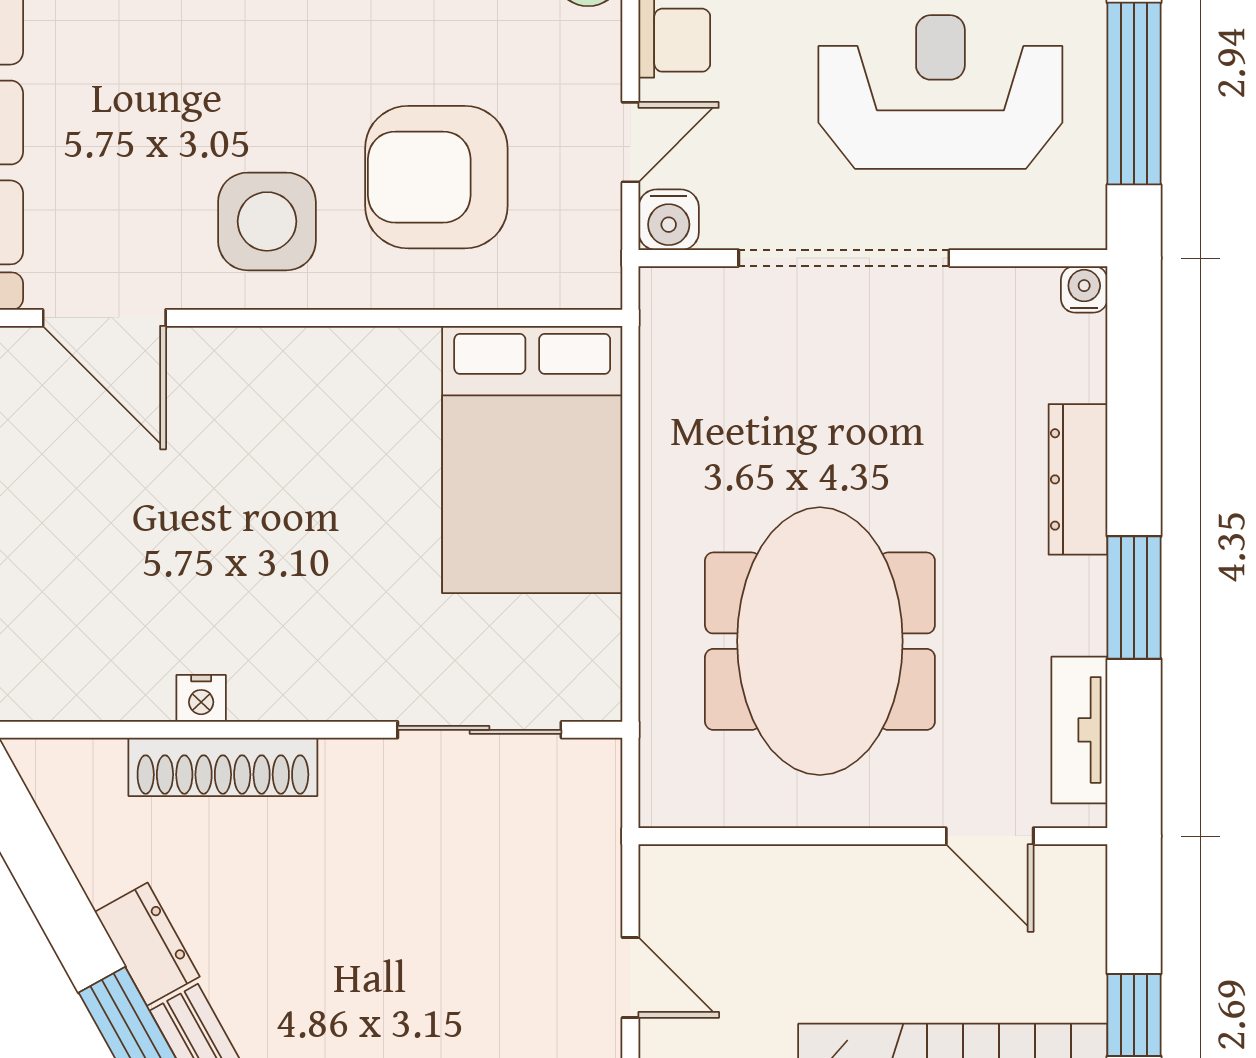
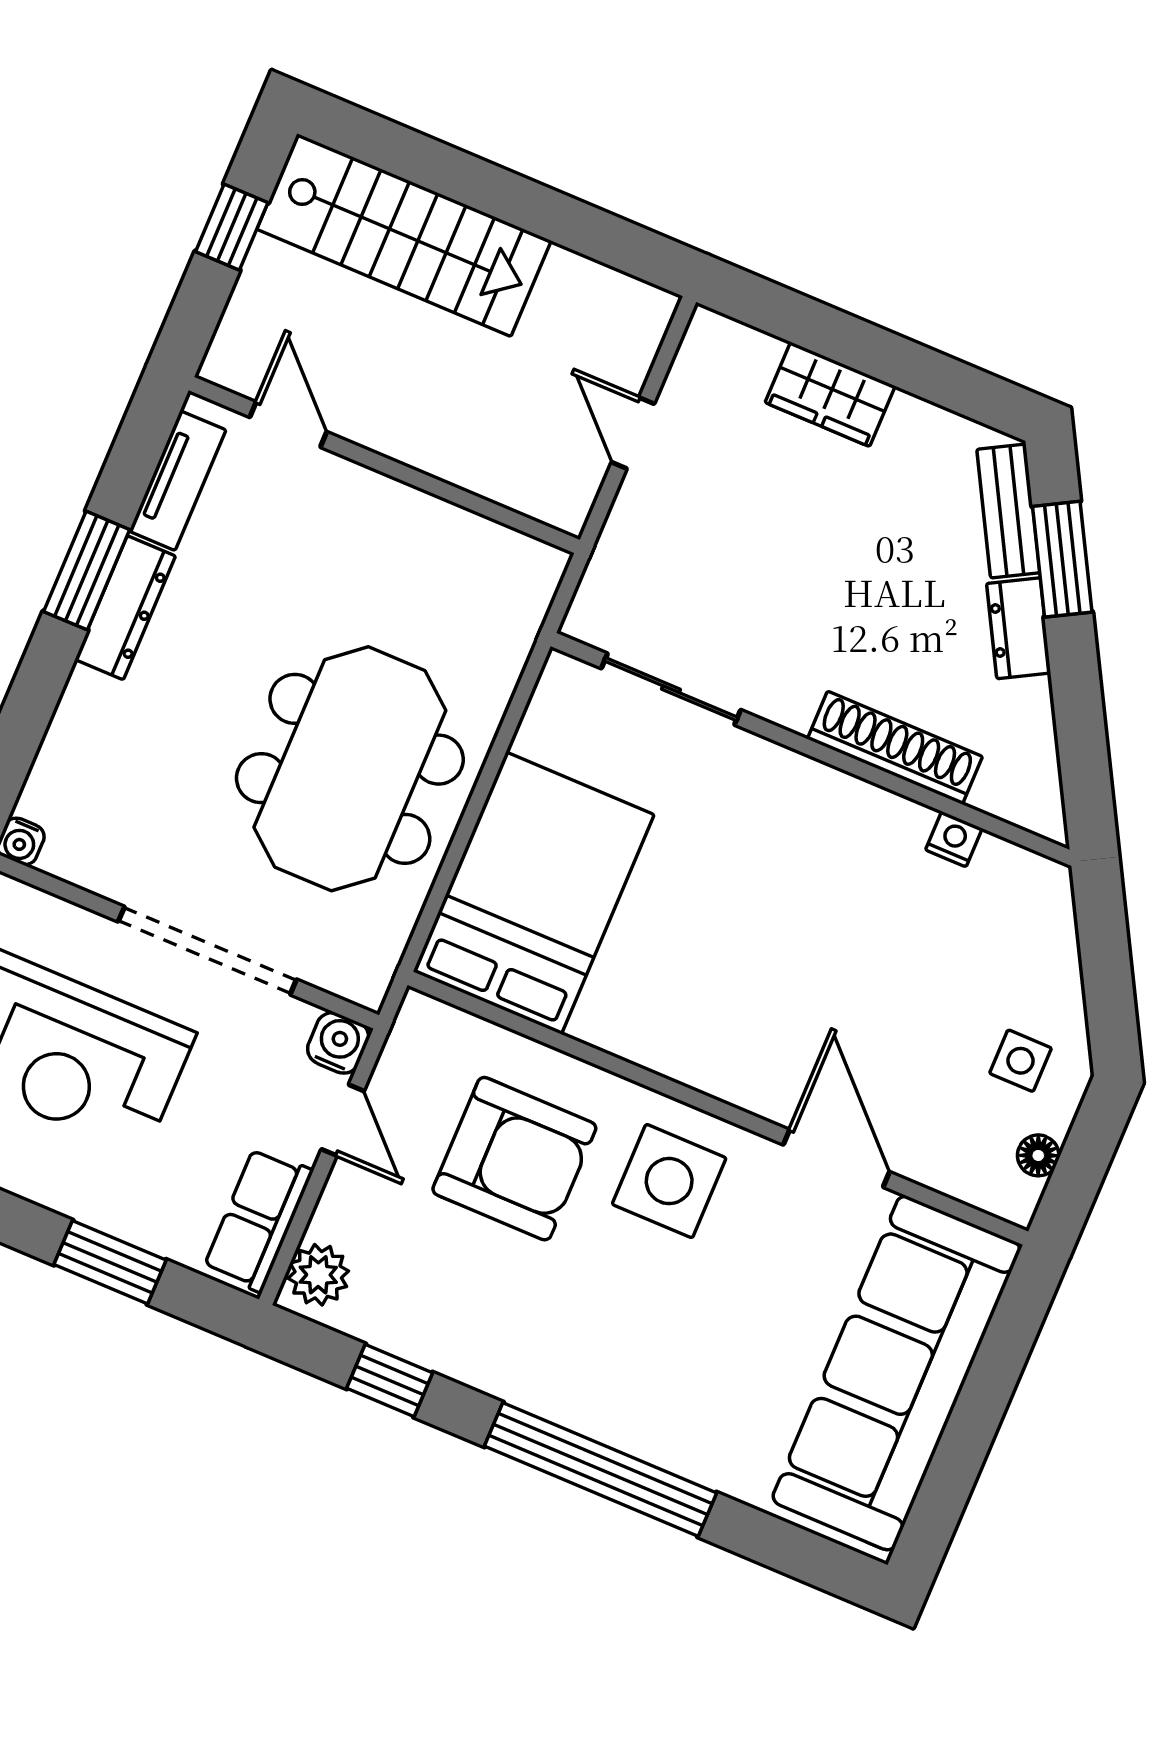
door: (630, 142) -> (343, 1120), swing flipped
dresser: (1078, 479) -> (125, 608), moved
meeting table: (820, 641) -> (350, 769), moved
nightstand: (201, 698) -> (954, 839), moved

